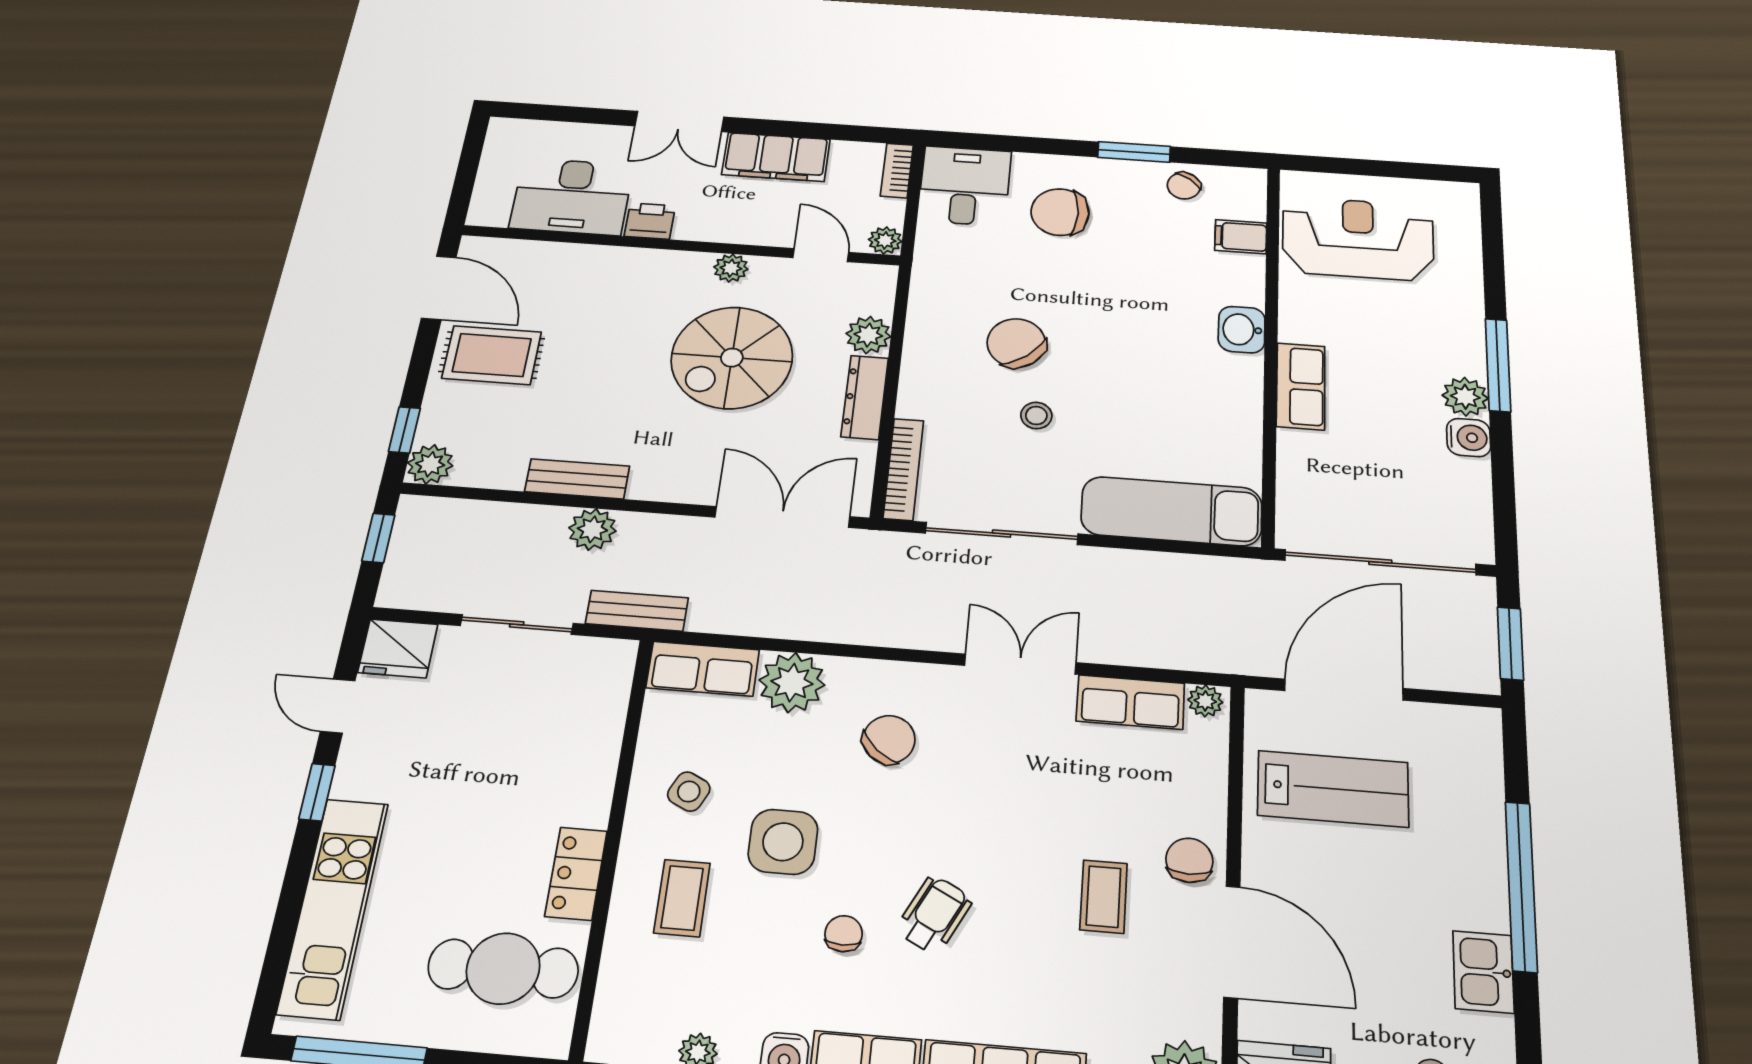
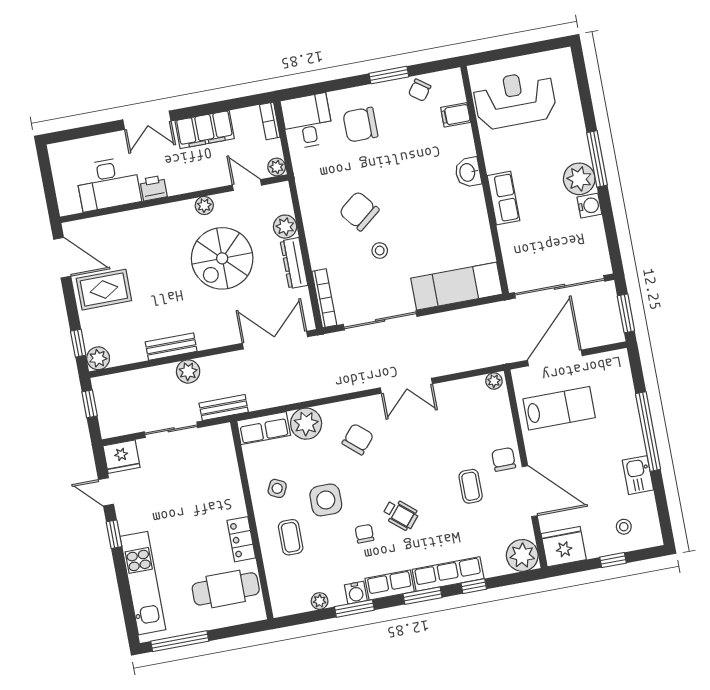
plant: (1465, 397) -> (579, 179), width x1.36, depth x1.36
double door: (1020, 664) -> (406, 386), swing flipped
row of seats: (1130, 702) -> (461, 391), removed
wheelchair: (934, 915) -> (400, 515), turned 103

